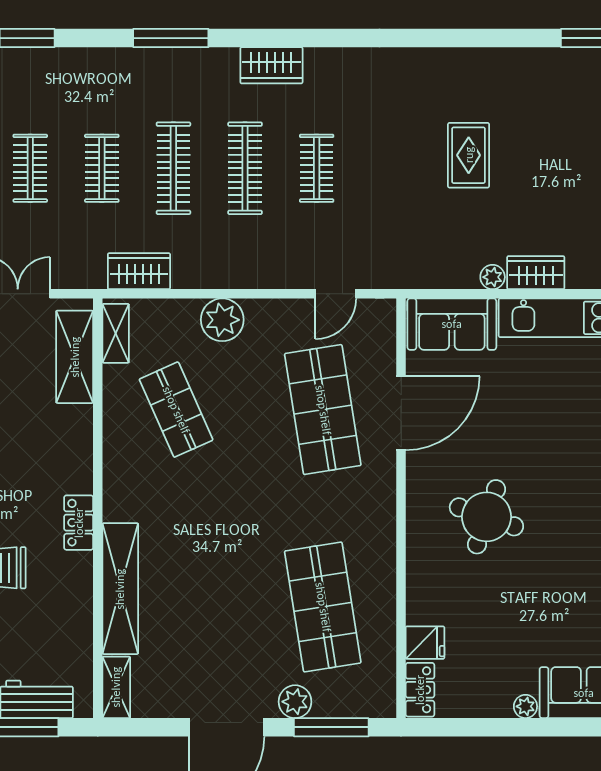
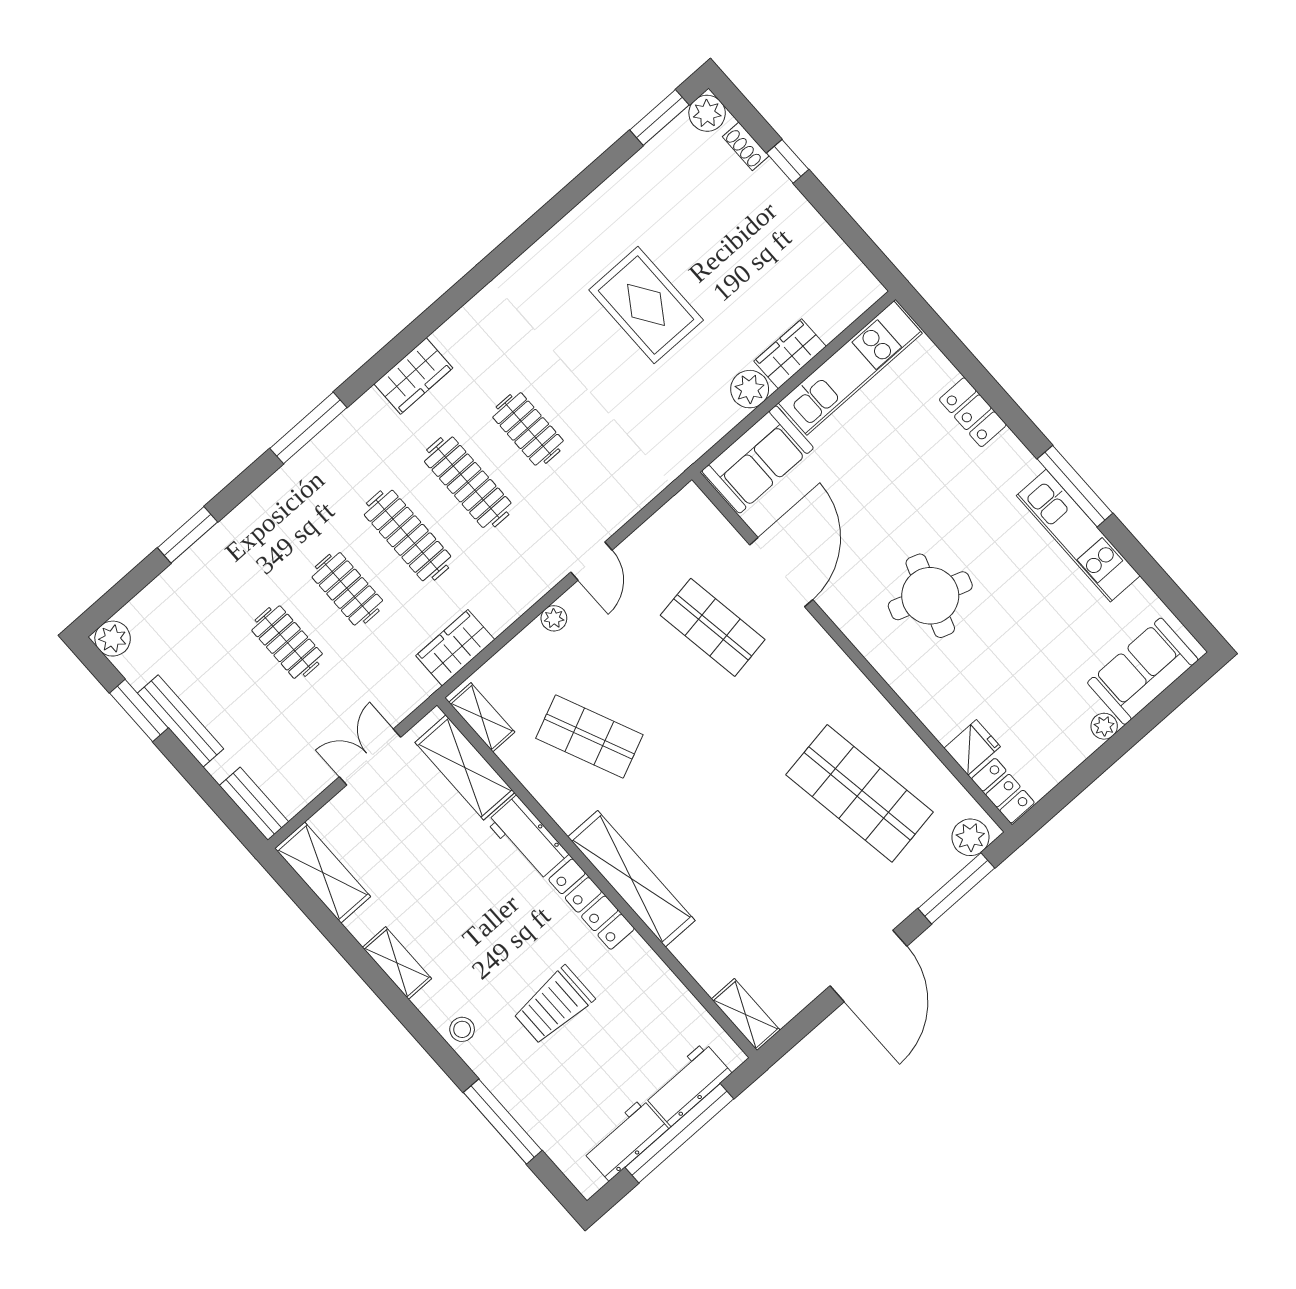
rug: (469, 155) -> (646, 305), width x1.36, depth x1.43
plant: (493, 277) -> (750, 389), width x1.38, depth x1.38
door: (336, 294) -> (591, 561), moved
plant: (222, 320) -> (554, 618), width x0.53, depth x0.53
shop shelf: (323, 410) -> (713, 627), width x0.70, depth x0.74
workbench: (75, 441) -> (528, 838), added
locker: (79, 523) -> (592, 904), width x1.53
shelving: (120, 589) -> (631, 879), moved
plant: (295, 702) -> (970, 837), moved

